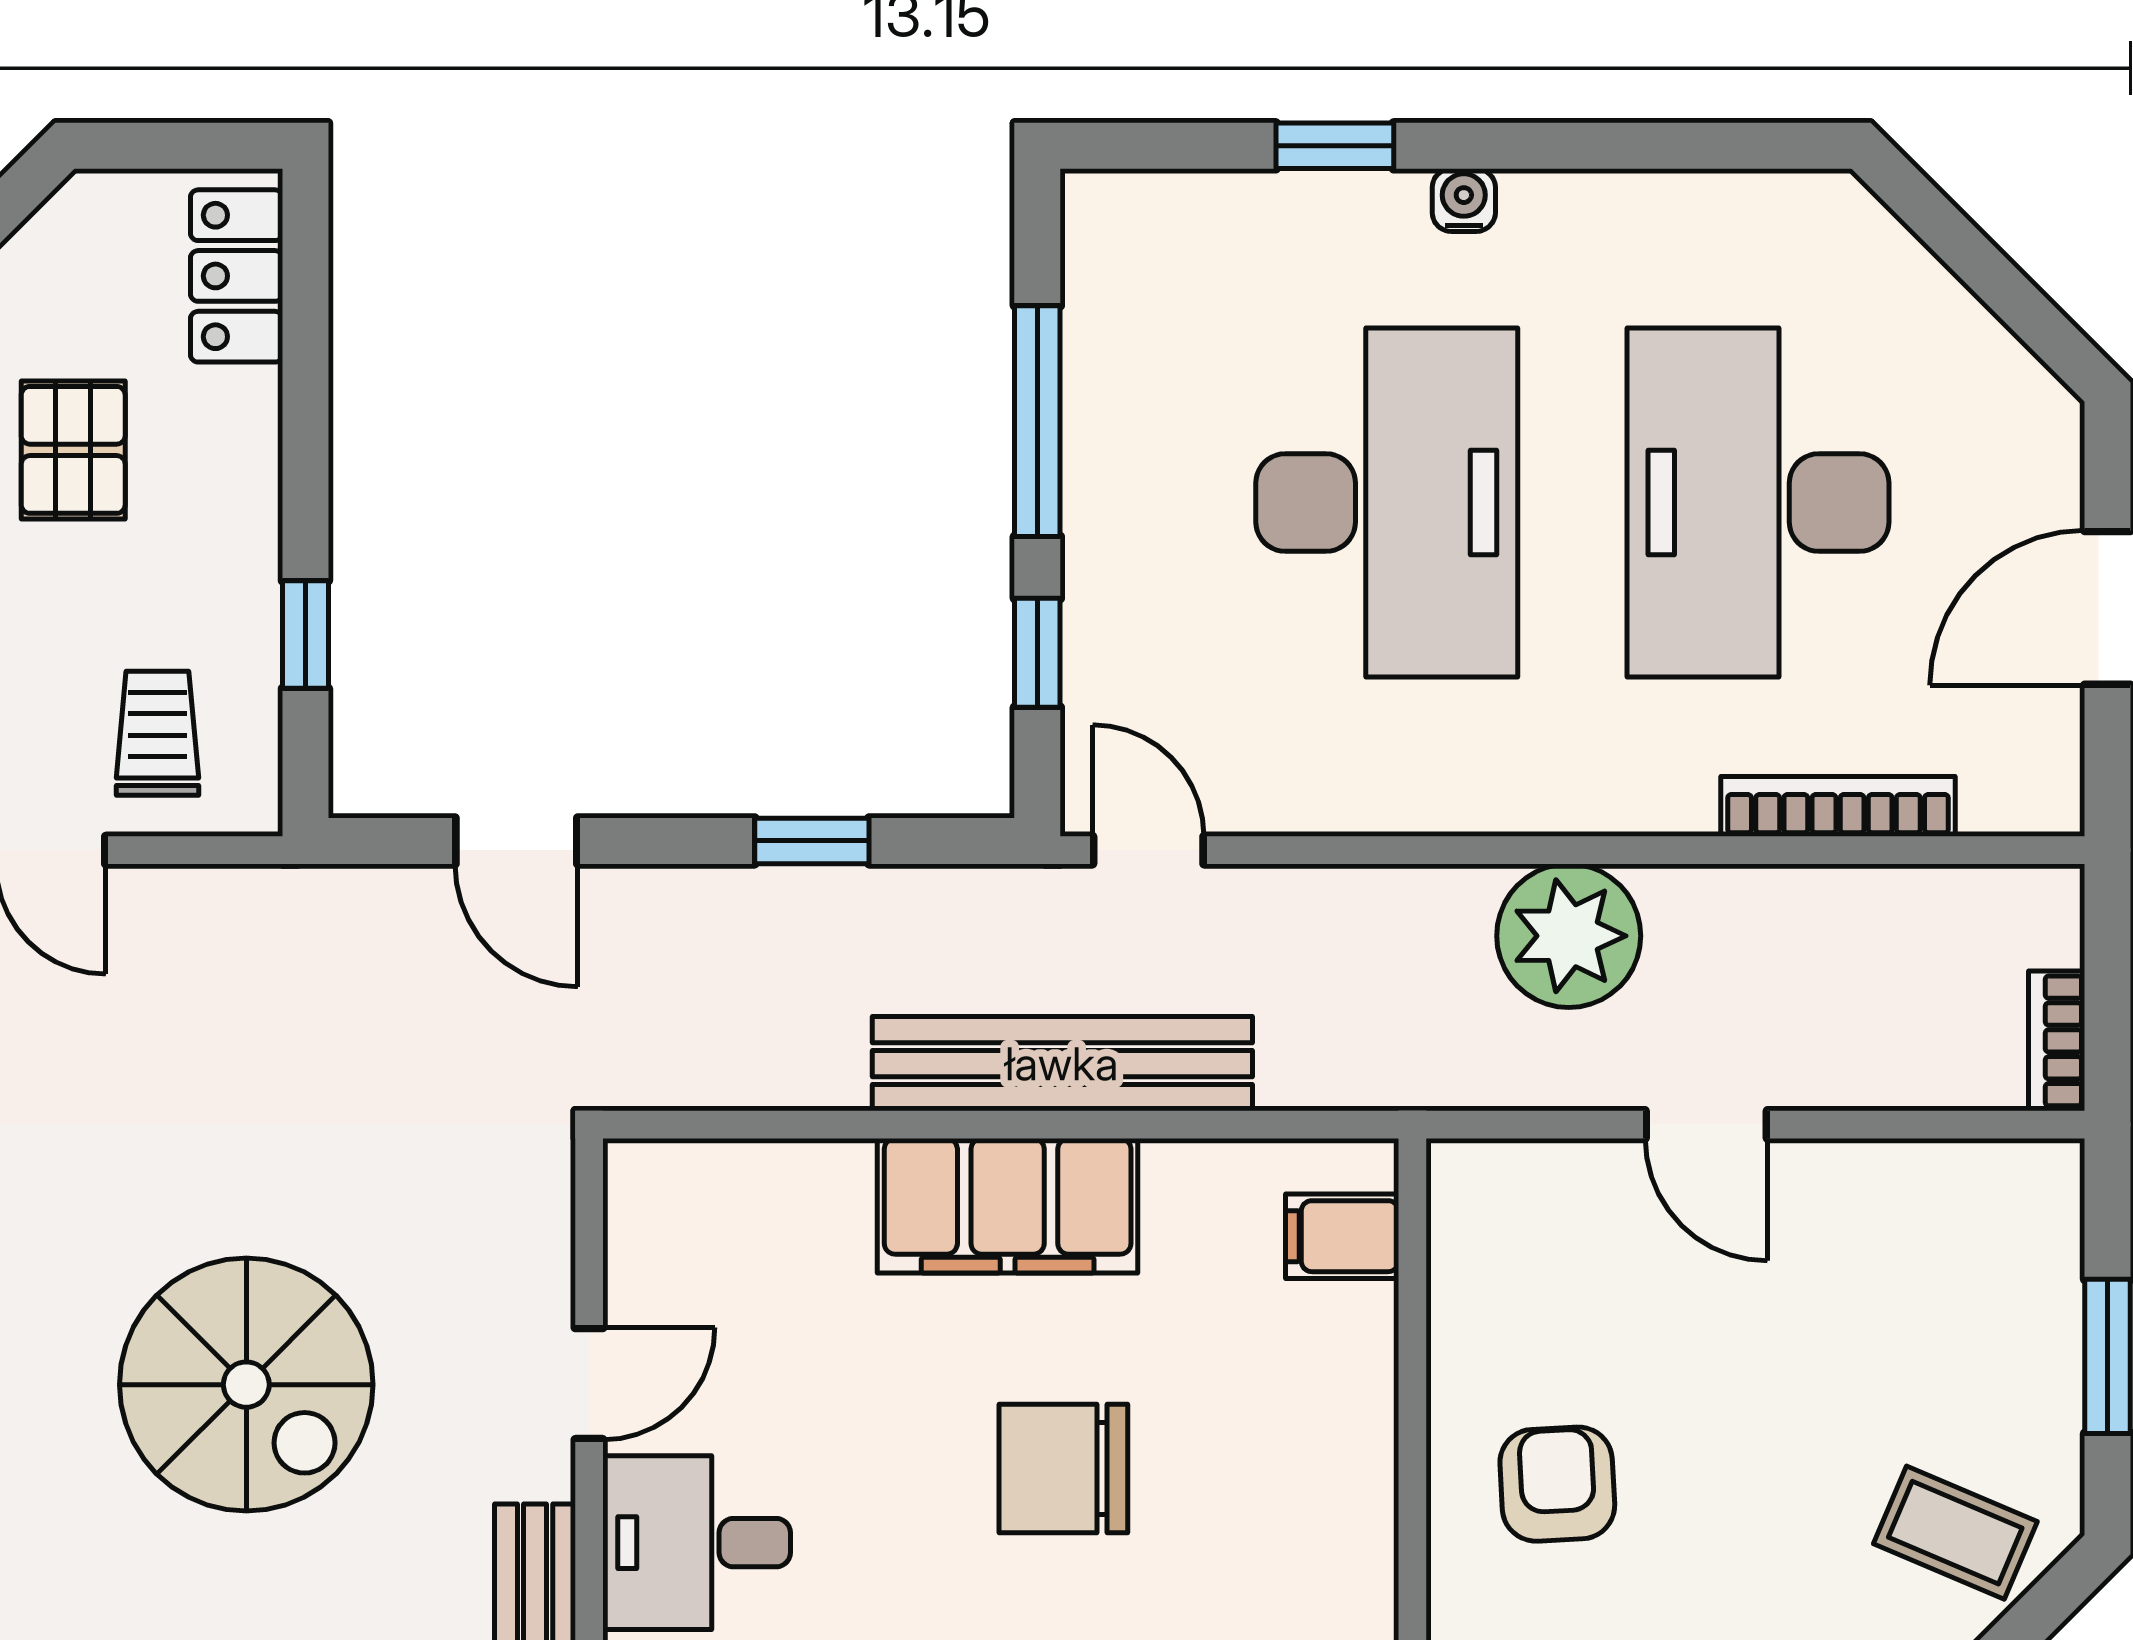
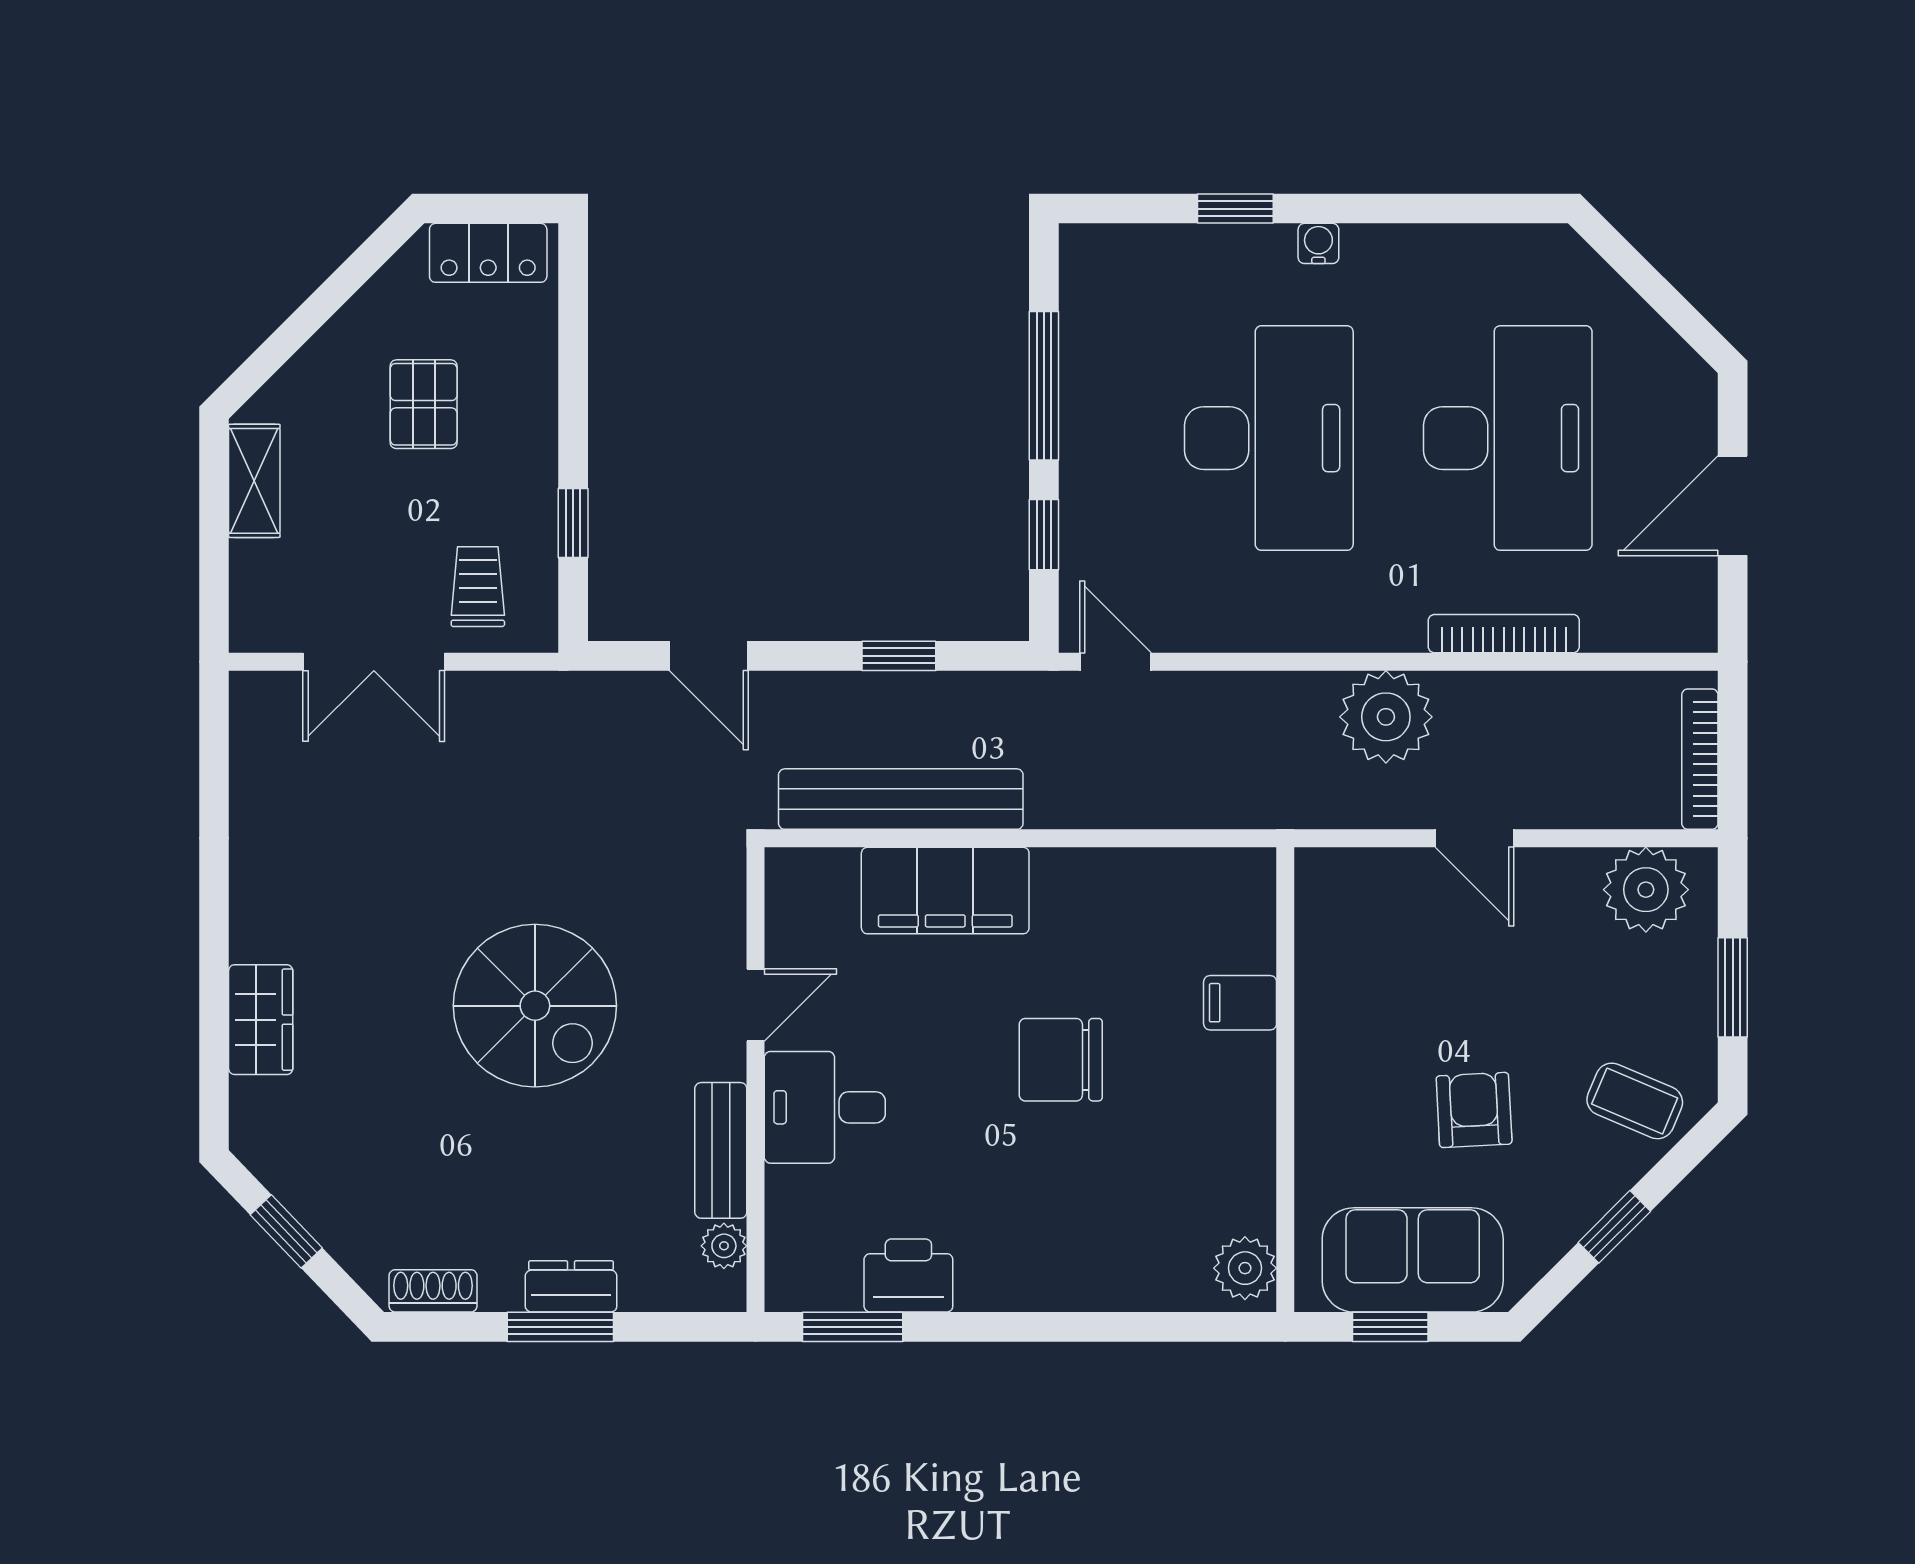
locker: (237, 276) -> (488, 253), moved, turned -90
desk: (1758, 503) -> (1508, 438), turned 180
bookcase: (1838, 806) -> (1504, 634), moved
bookcase: (2057, 1041) -> (1700, 759), width x1.56
bench: (1062, 1064) -> (901, 799), moved
plant: (1973, 1204) -> (1646, 890), added
filing cabinet: (1008, 1206) -> (945, 891), moved
filing cabinet: (1342, 1236) -> (1240, 1003), moved
armchair: (1557, 1484) -> (1474, 1110), moved

